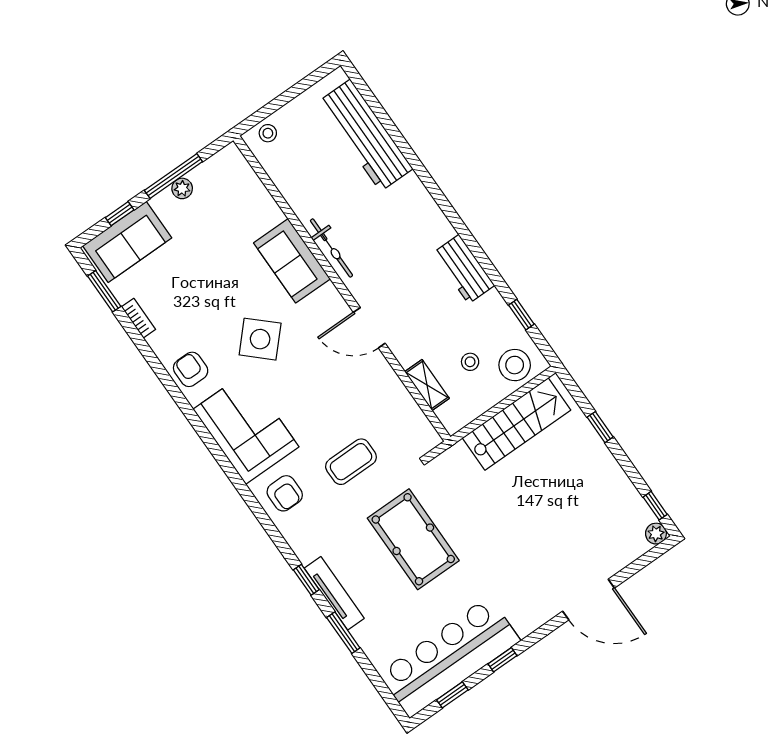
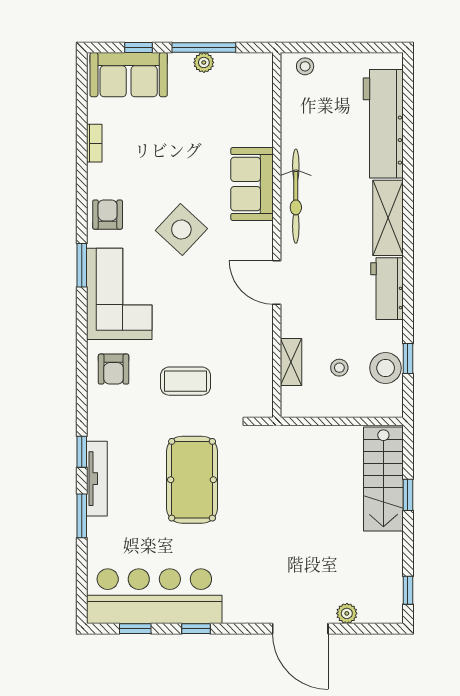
shelving: (424, 210) -> (388, 218), added
bicycle: (331, 248) -> (296, 196), width x1.37, depth x1.40
window: (104, 291) -> (82, 265), moved
stool: (515, 365) -> (386, 368), moved
stairs: (517, 424) -> (383, 479), moved, turned 90
plant: (656, 534) -> (347, 613), moved

